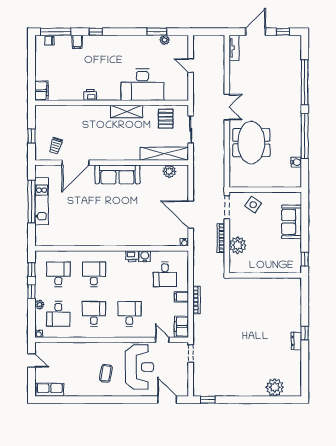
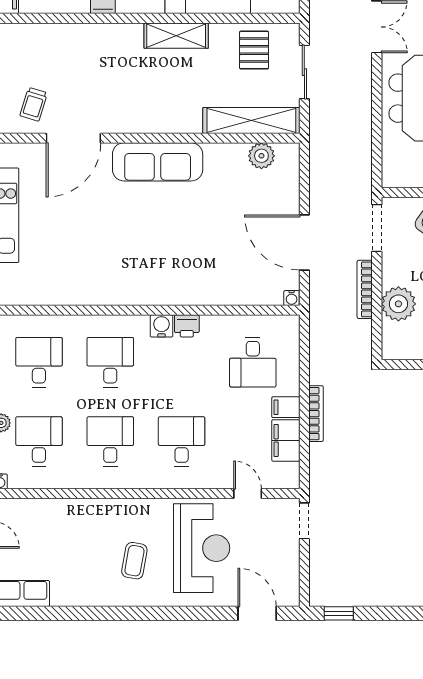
water cooler: (145, 256) -> (161, 326), moved
desk: (58, 314) -> (39, 442), turned 180
filing cabinet: (181, 327) -> (286, 440), moved

